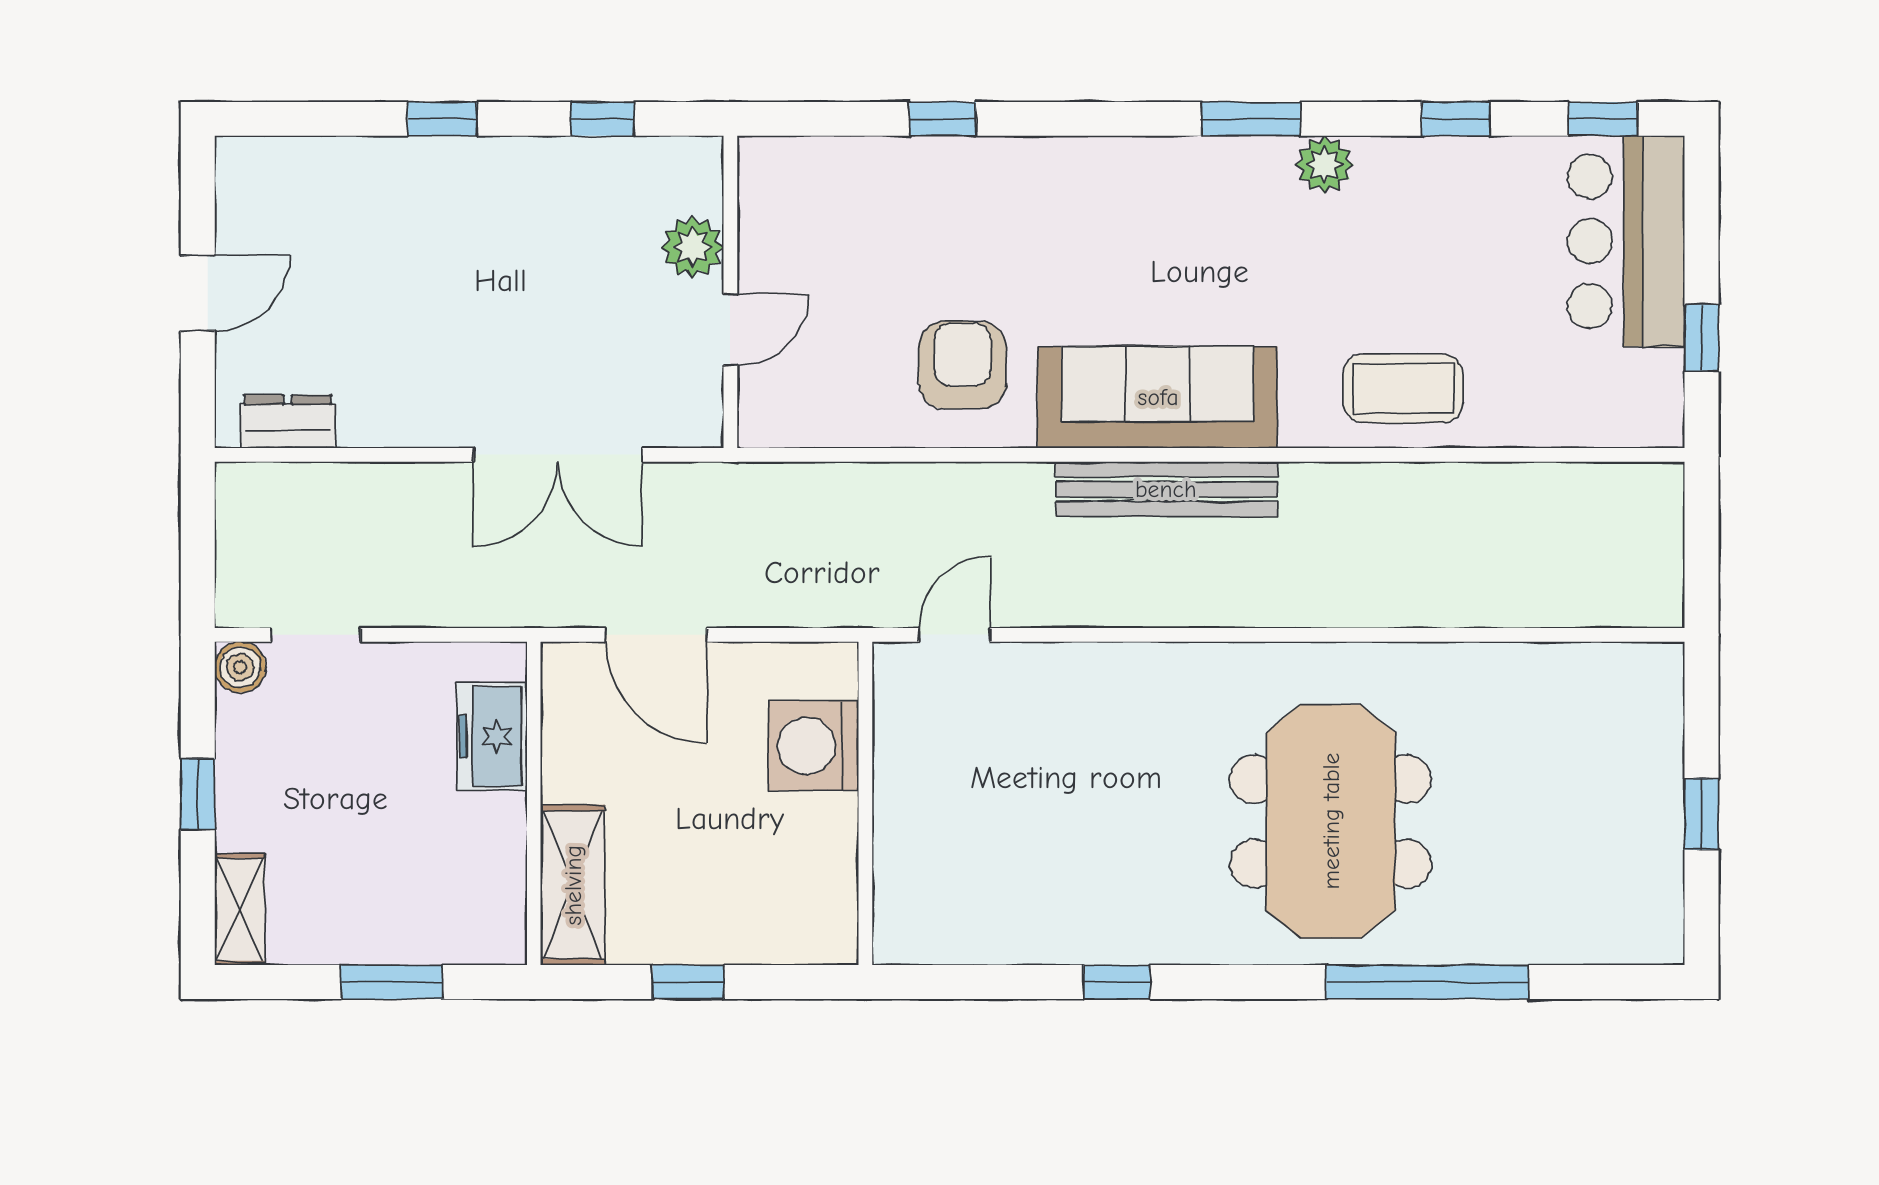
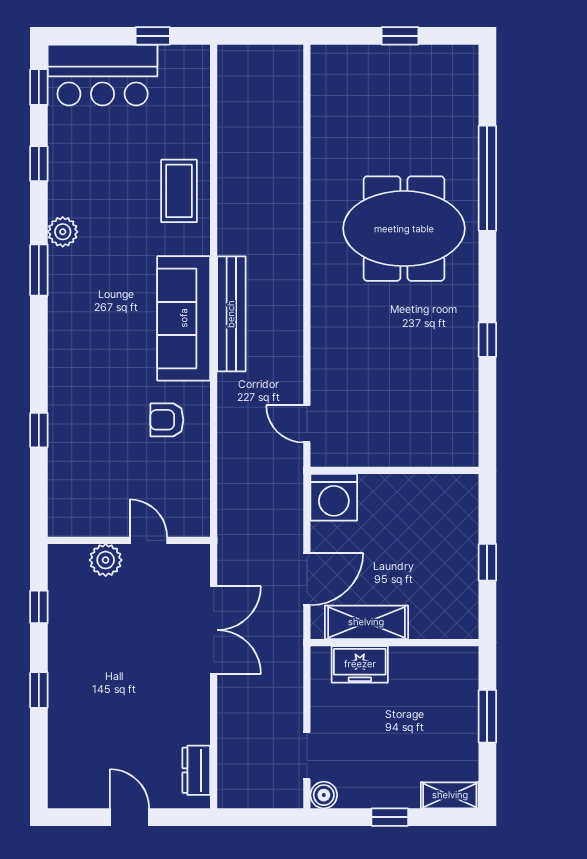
armchair: (962, 365) -> (167, 420), width x0.72, depth x0.72
washing machine: (814, 746) -> (334, 497), moved
shelving: (573, 885) -> (366, 622), moved

